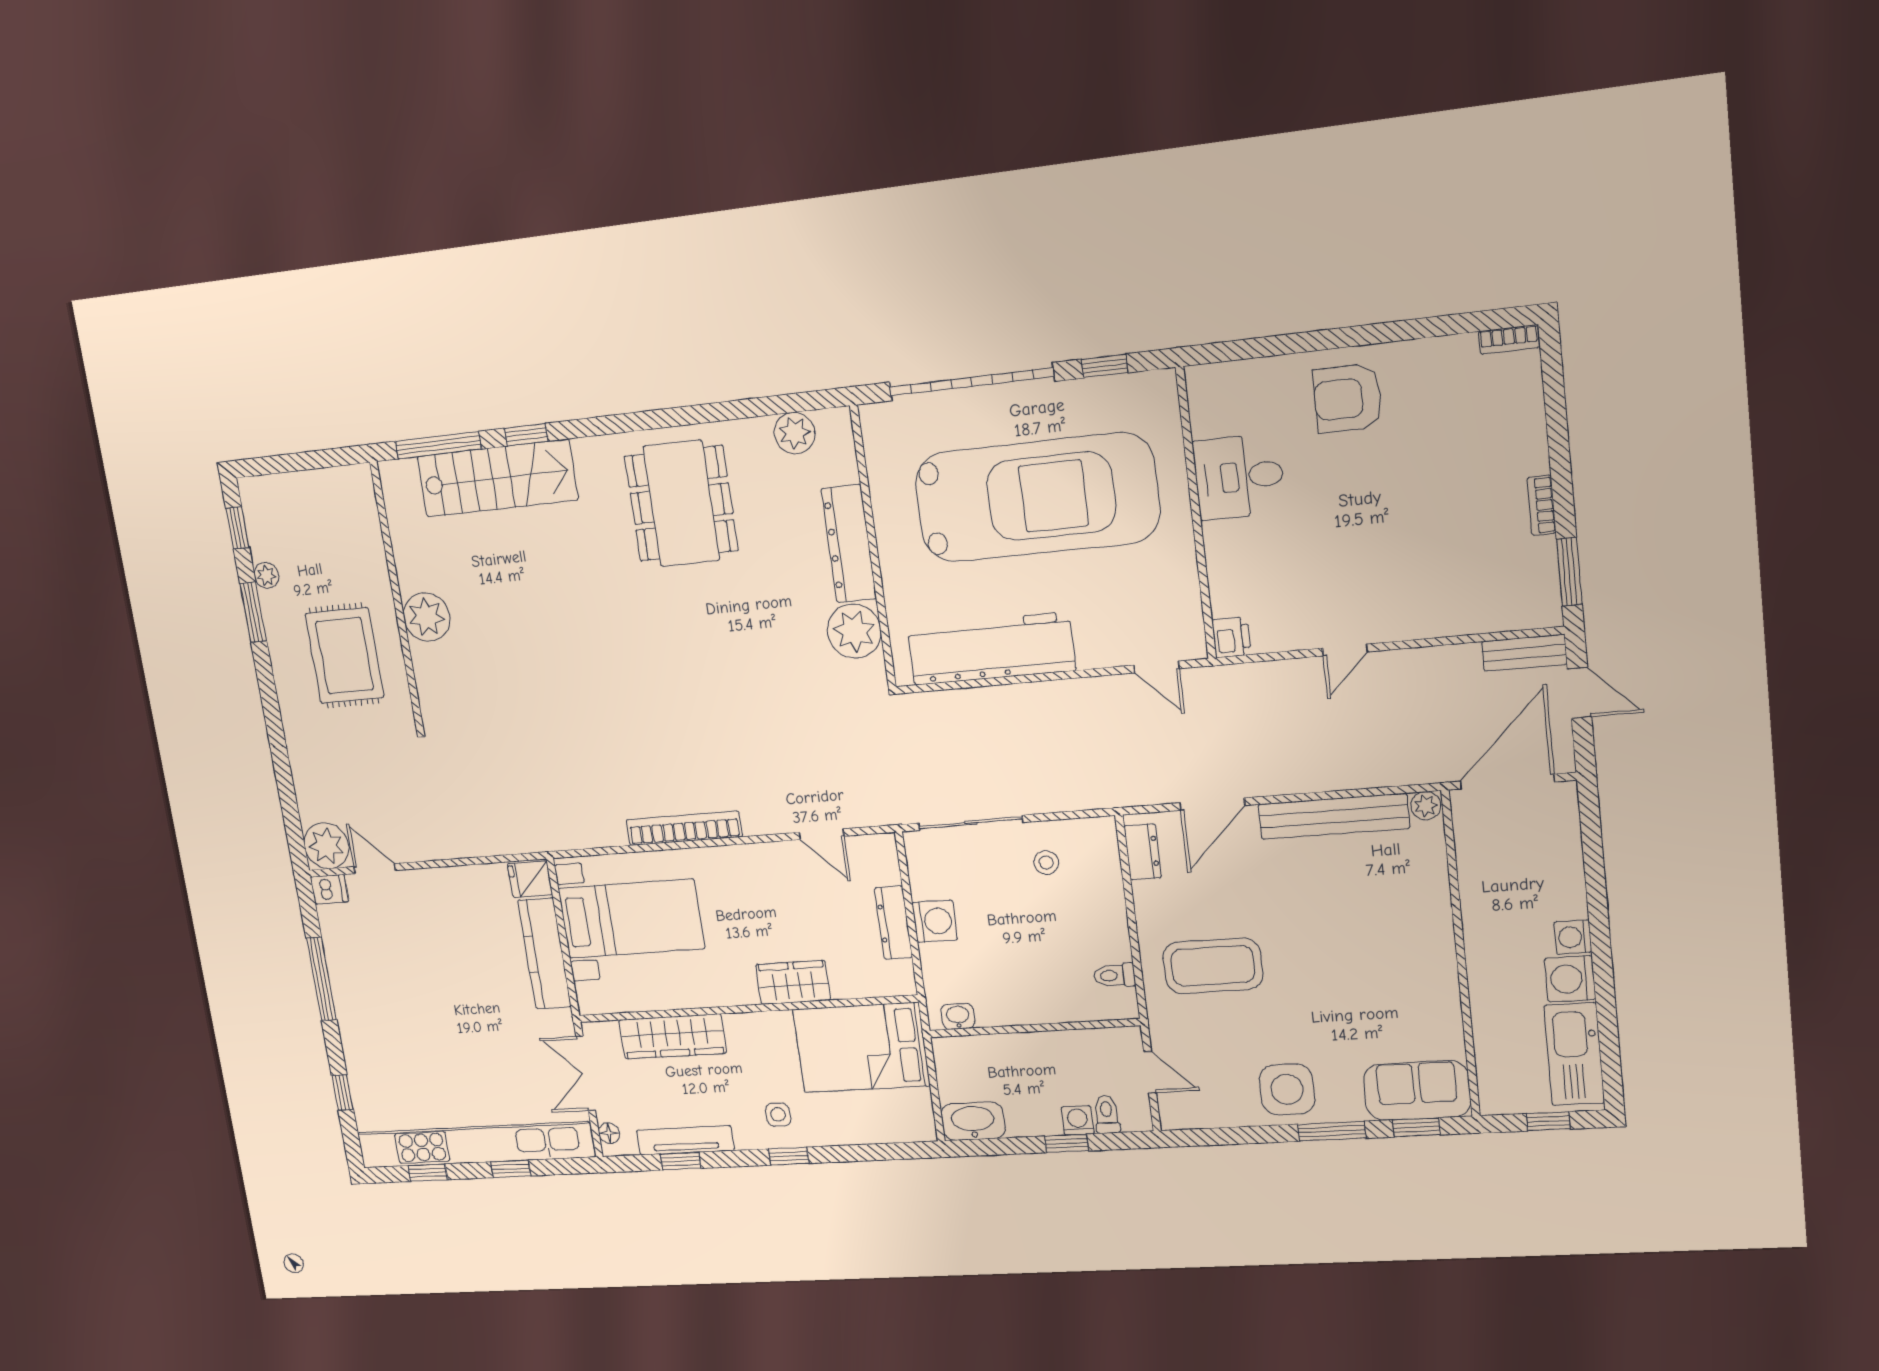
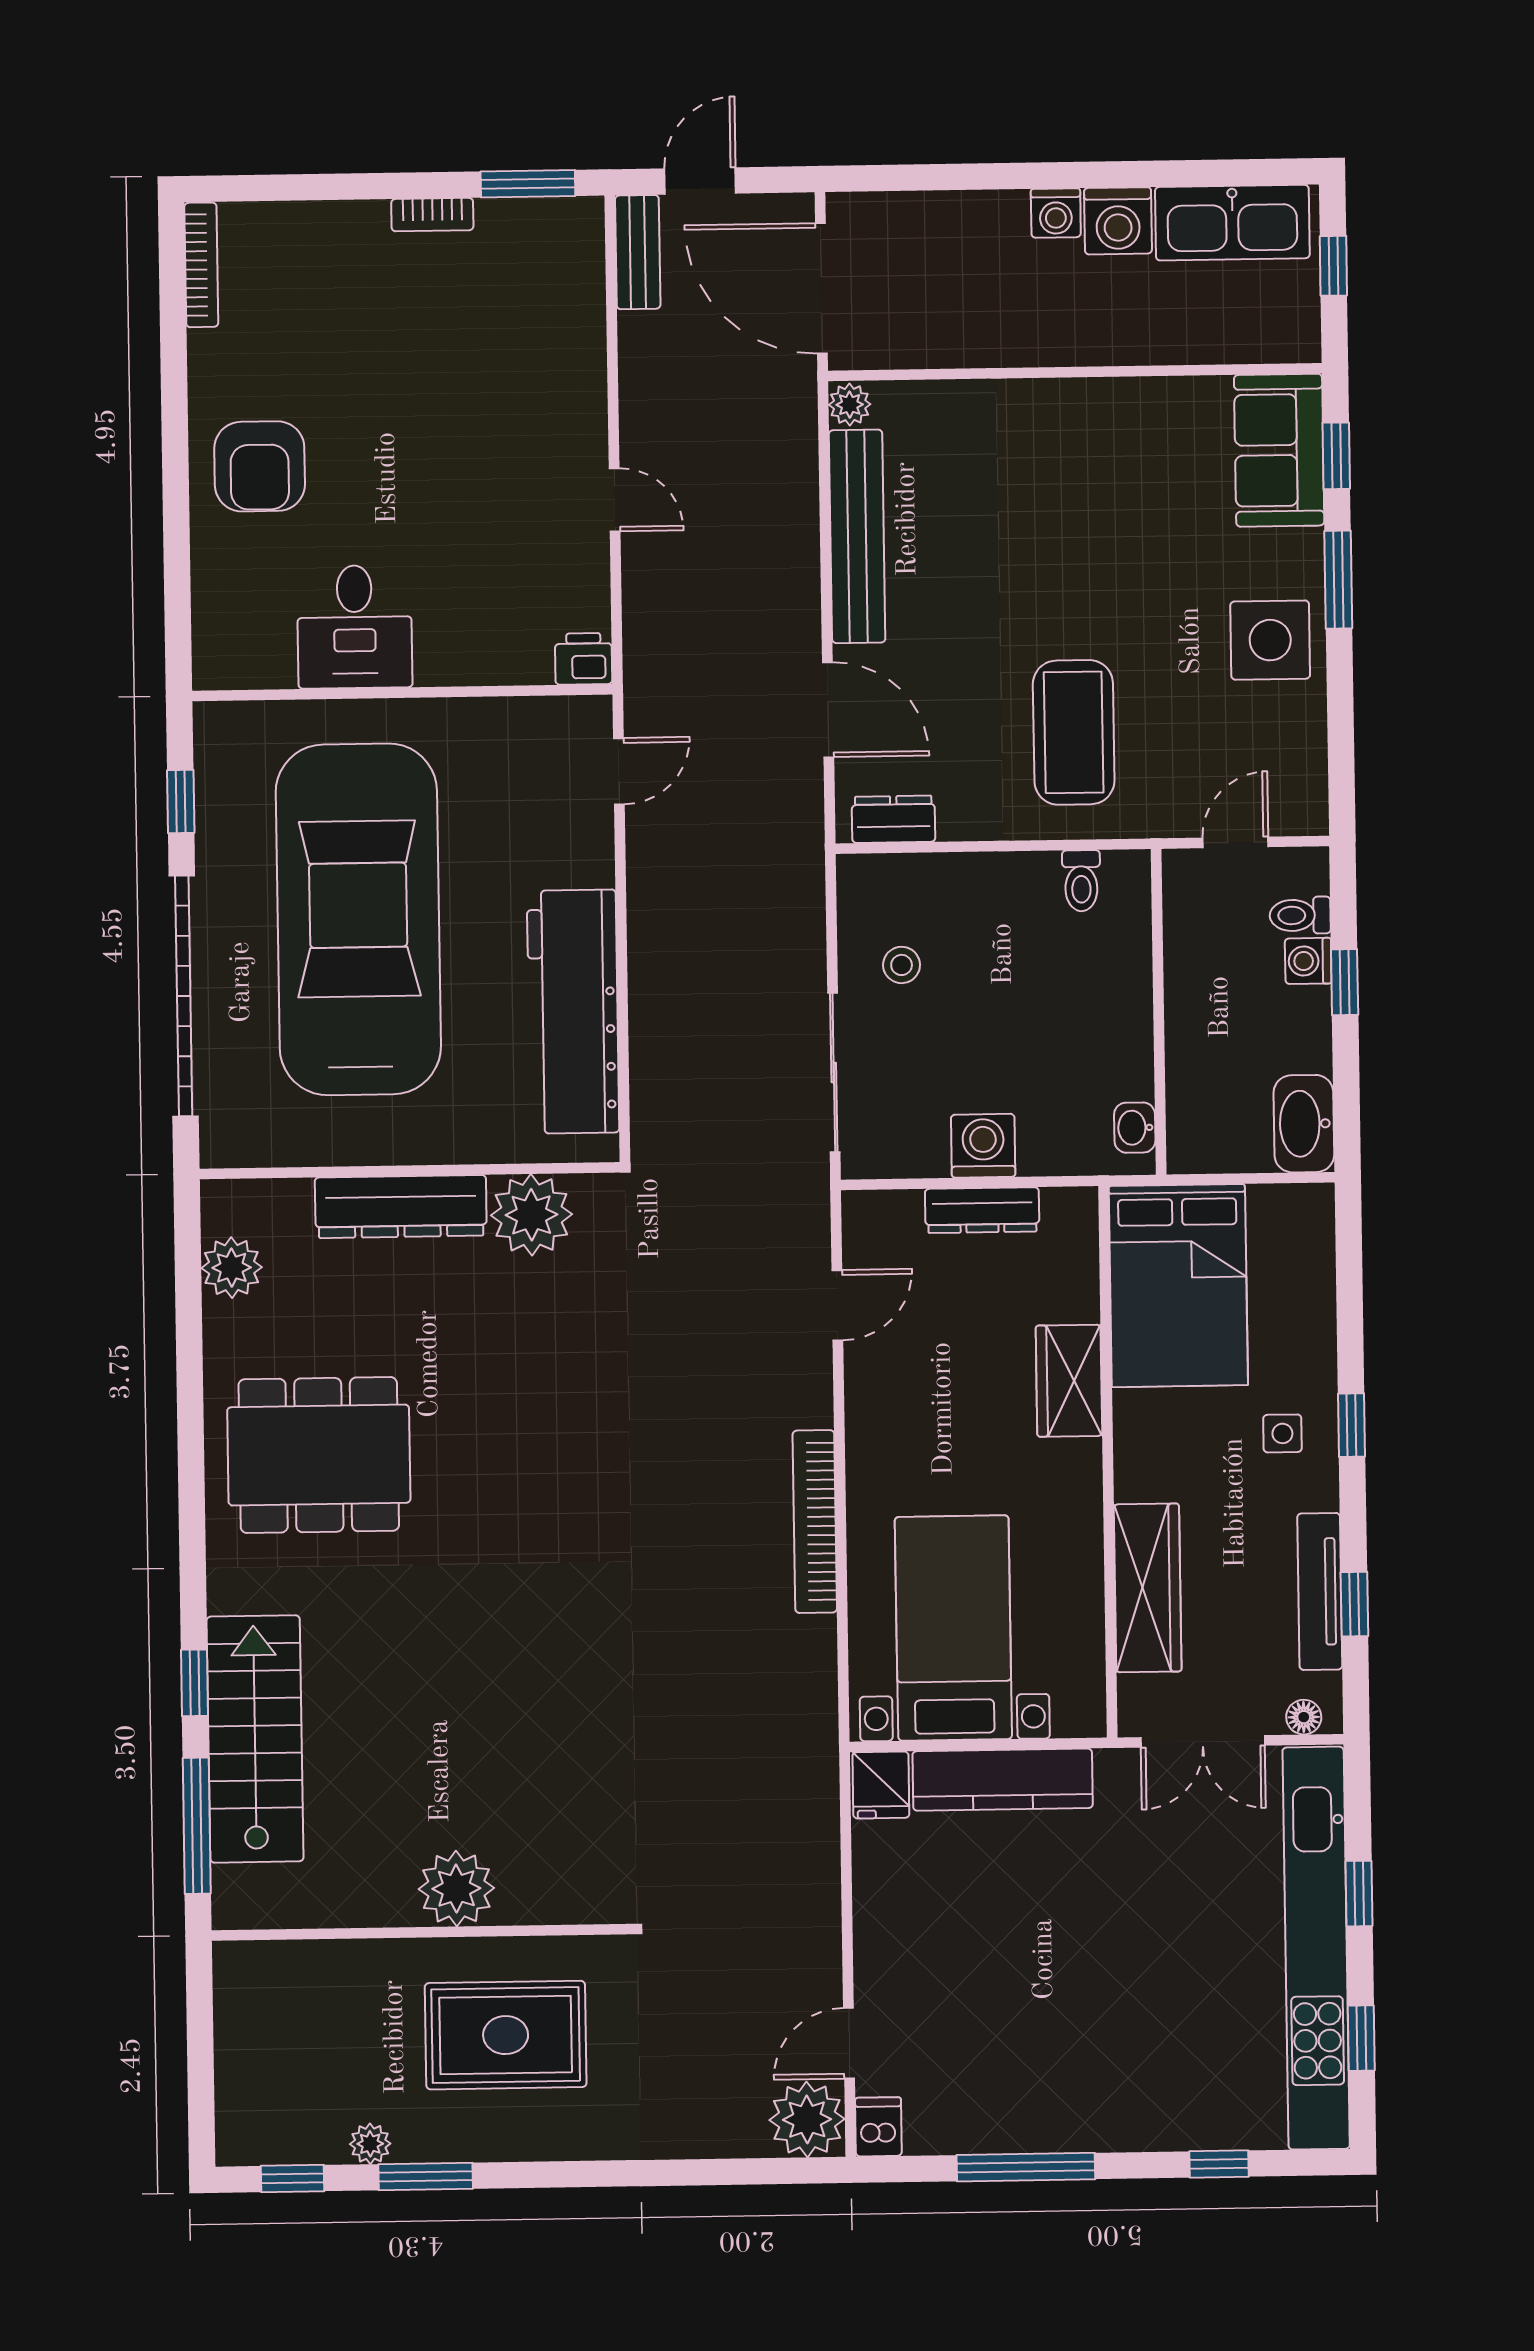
bookcase: (1509, 339) -> (201, 265), width x1.56

